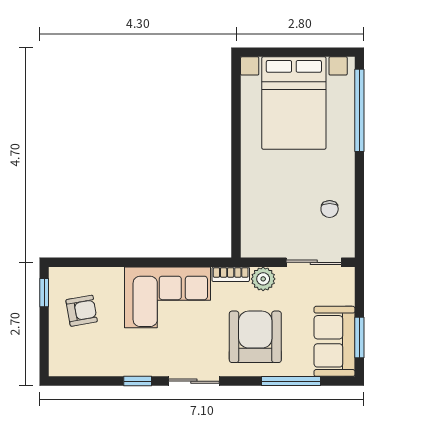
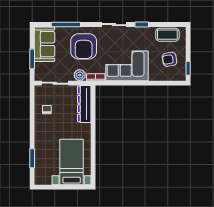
bed with nightstands: (294, 103) -> (72, 162), width x0.73
window: (359, 110) -> (32, 158), width x0.47
dresser: (254, 220) -> (84, 104), added
window: (359, 337) -> (32, 59), moved
coffee table: (86, 360) -> (167, 35), added

